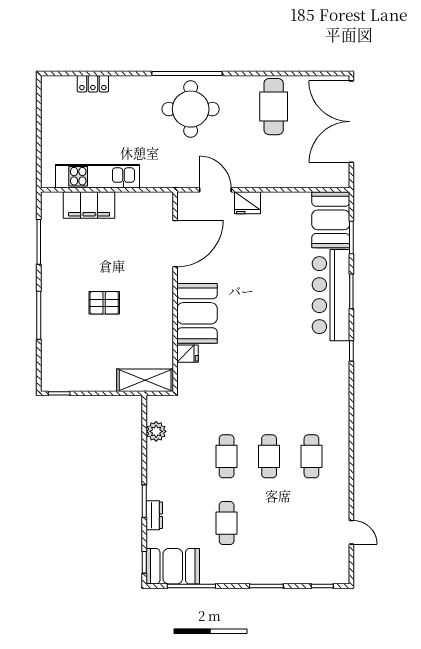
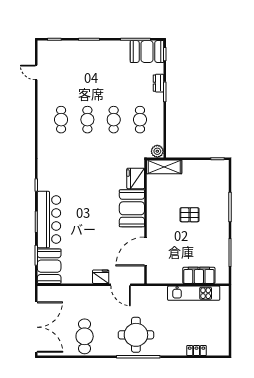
fridge: (187, 354) -> (136, 178), width x1.88, depth x1.34
plant: (156, 431) -> (157, 151), moved
cafe table: (227, 523) -> (140, 120), moved

